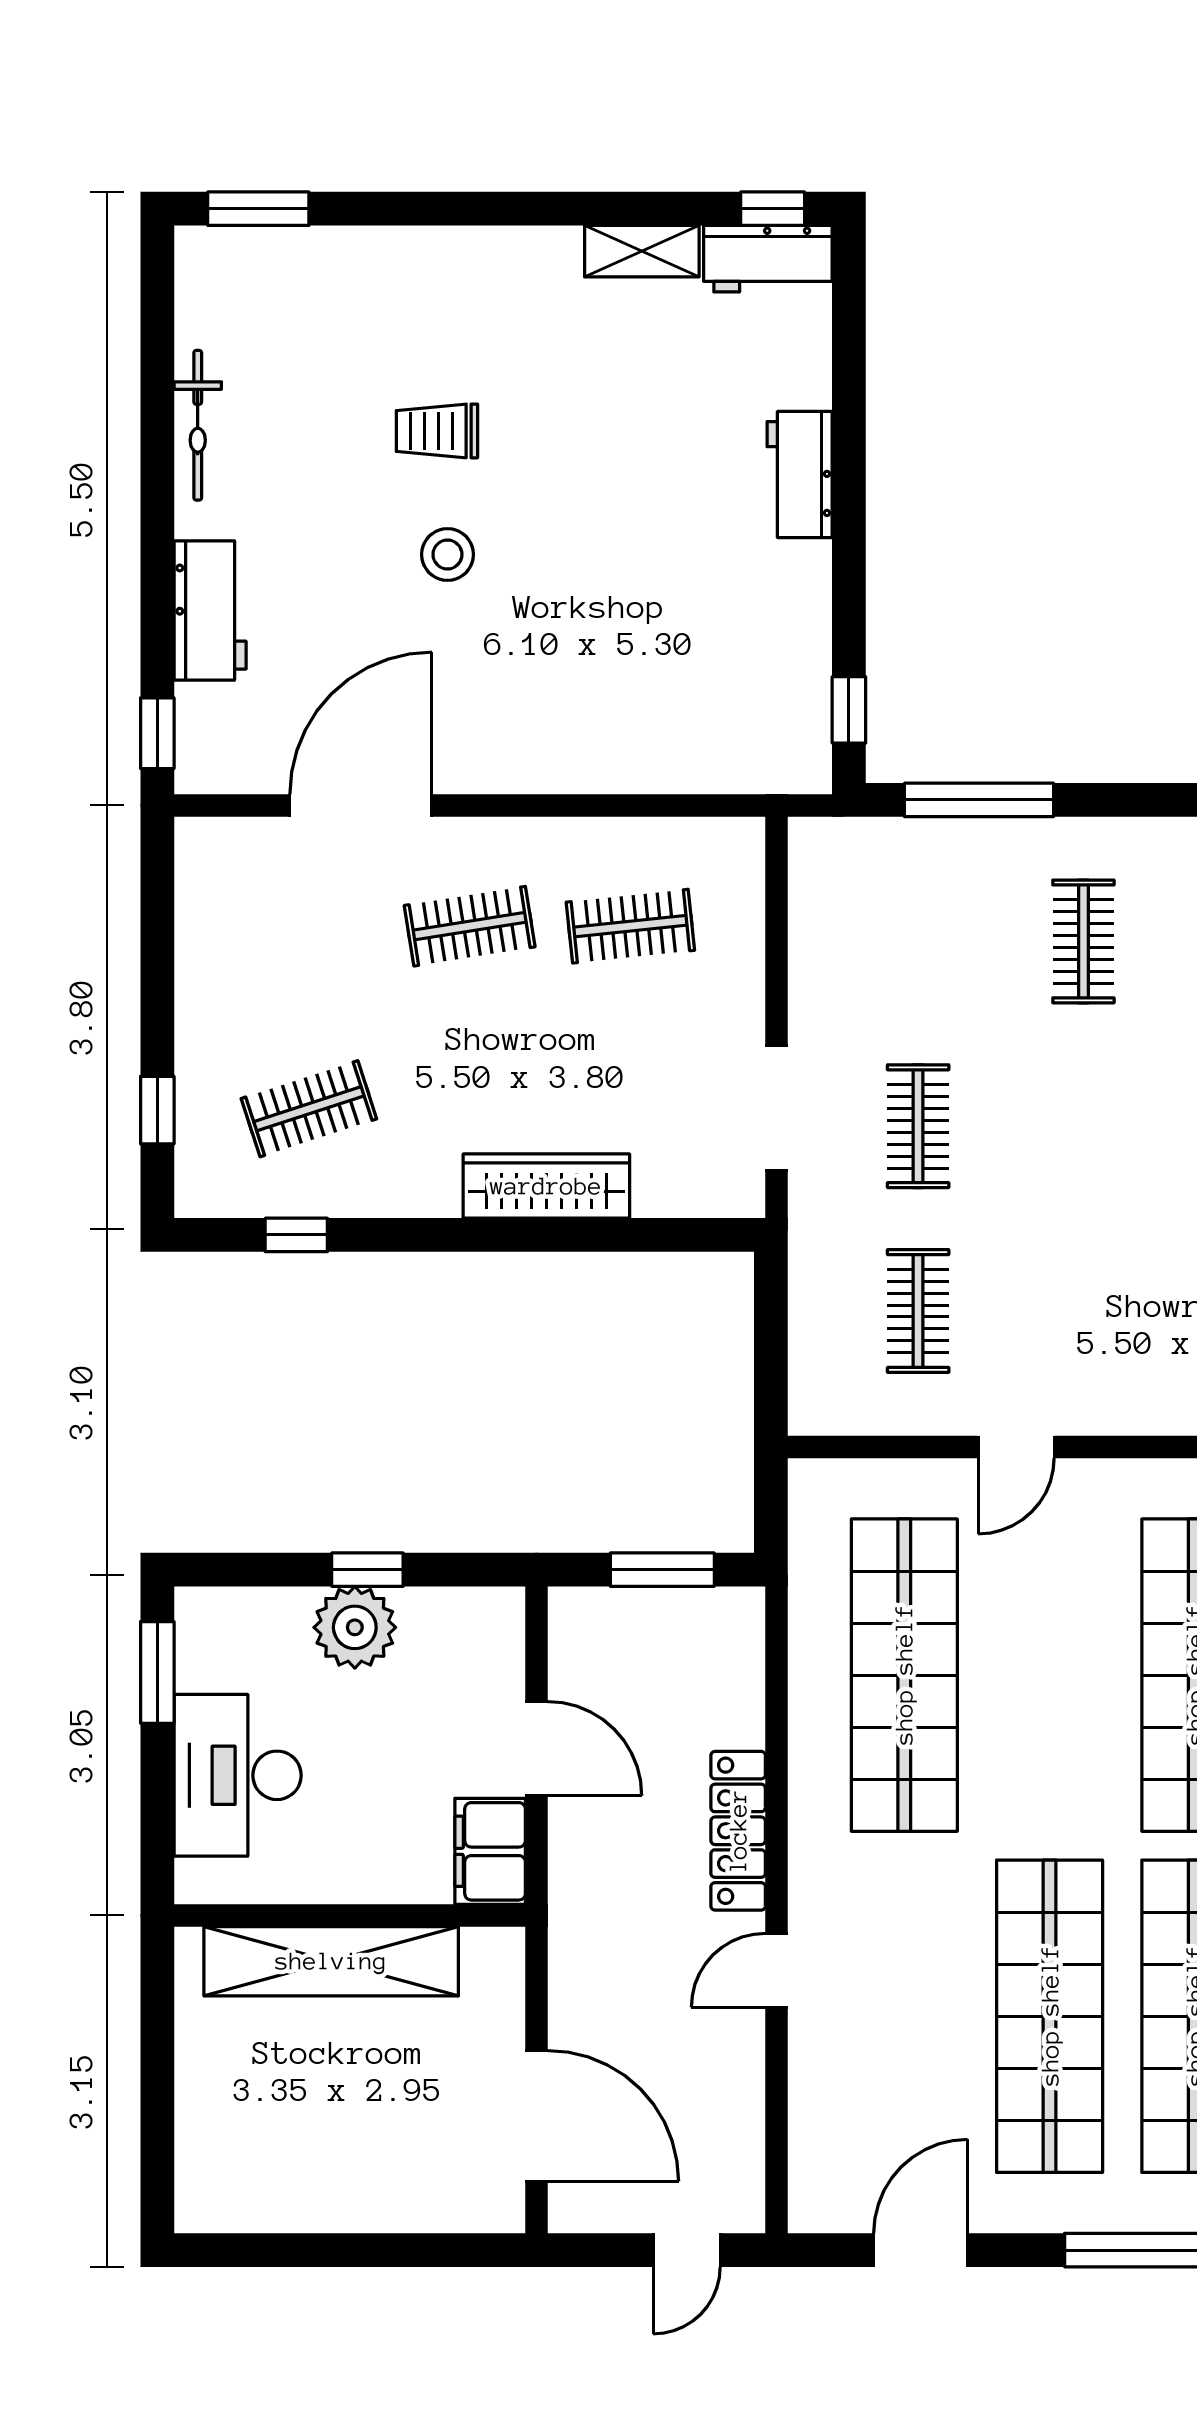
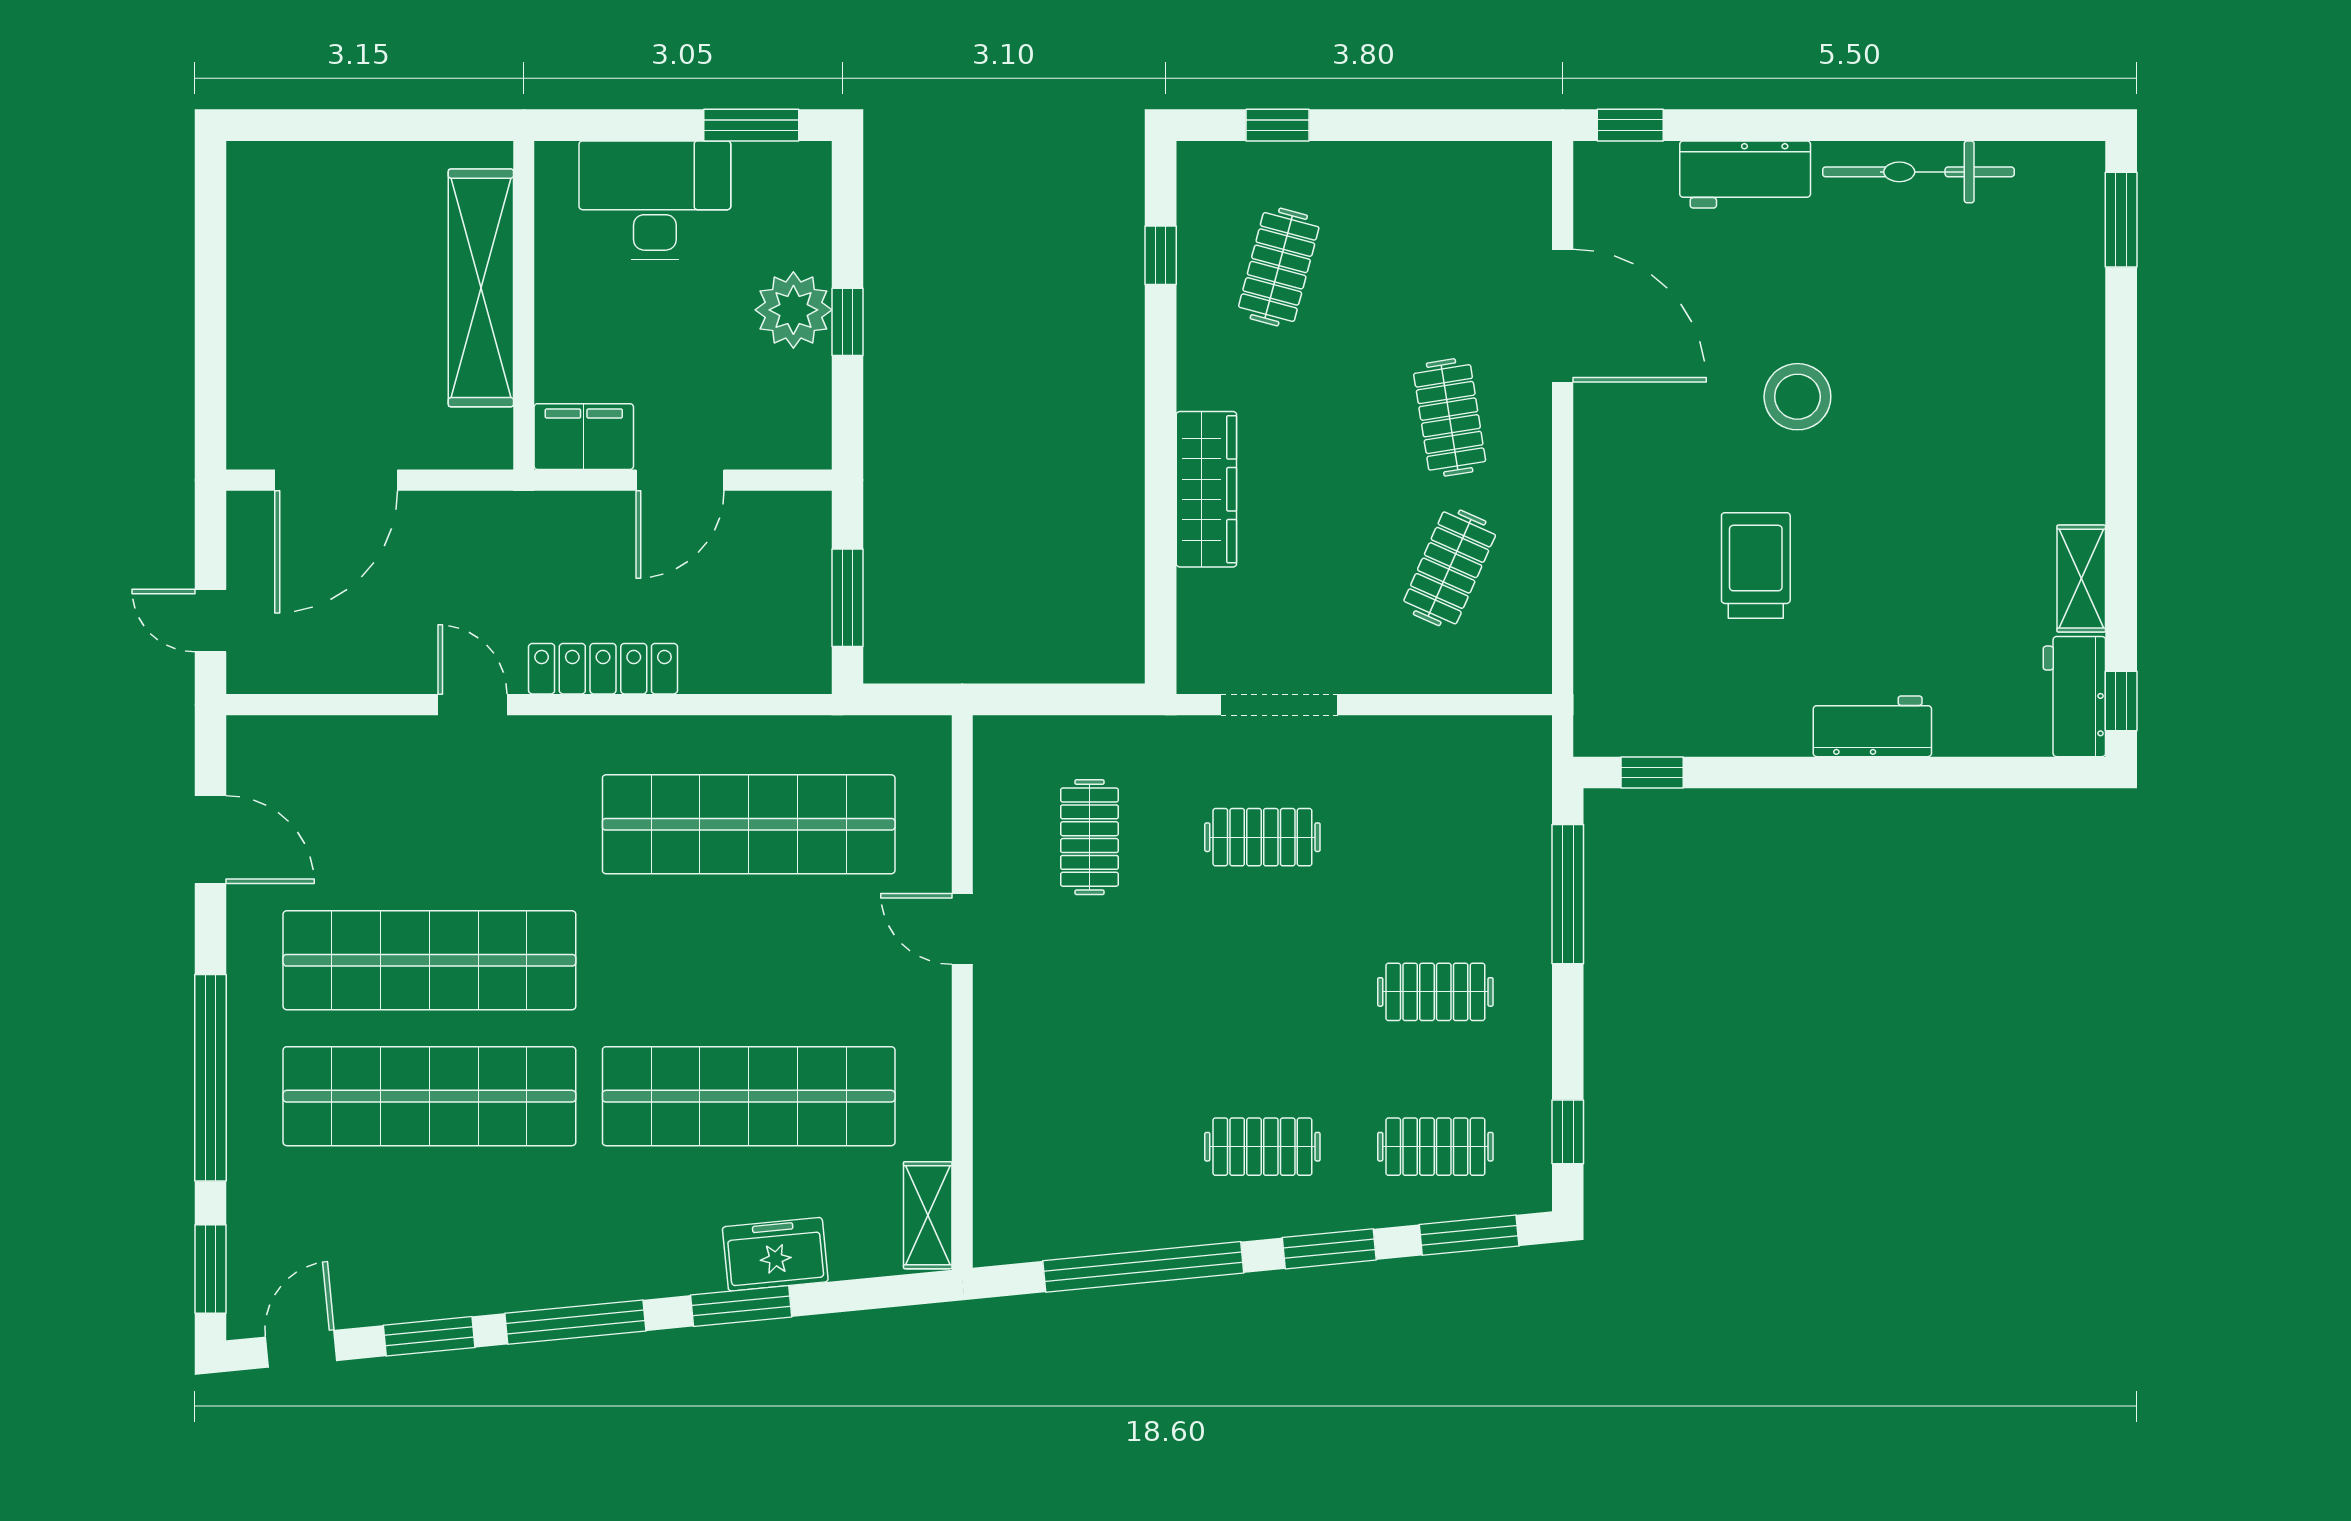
bicycle: (198, 425) -> (1918, 172), width x1.37, depth x1.40
trolley: (437, 431) -> (1756, 565), moved, width x1.36, depth x1.39
stool: (447, 554) -> (1797, 397), width x1.38, depth x1.38
clothes rail: (630, 926) -> (1450, 568), turned 30
clothes rail: (309, 1109) -> (1279, 267), turned 33
clothes rail: (918, 1311) -> (1089, 837), turned 90

